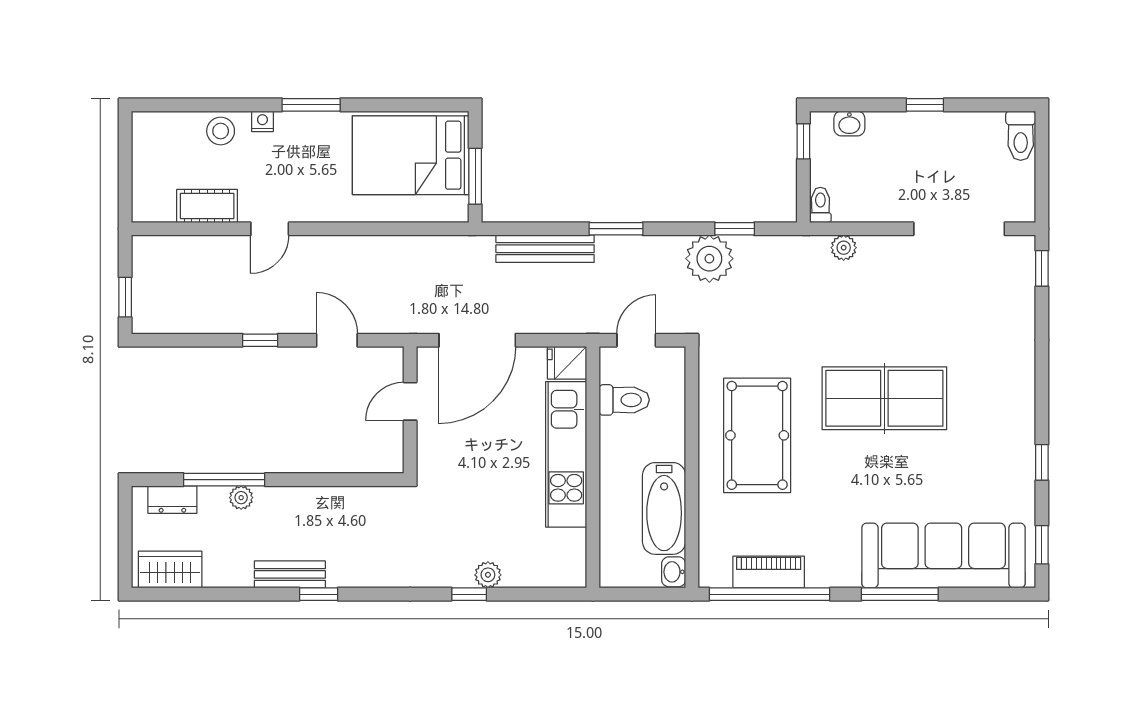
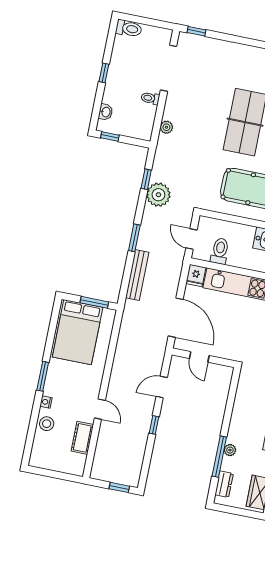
toilet: (820, 205) -> (150, 98), moved

